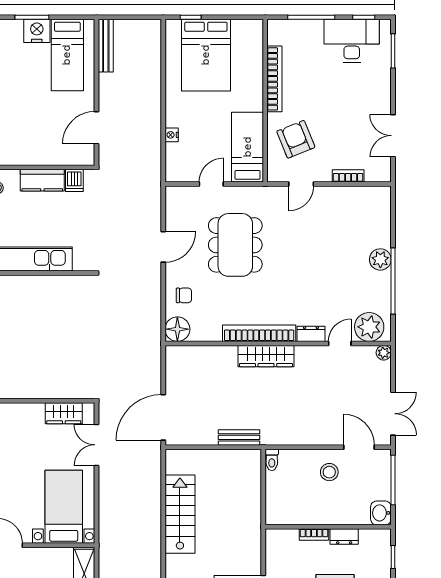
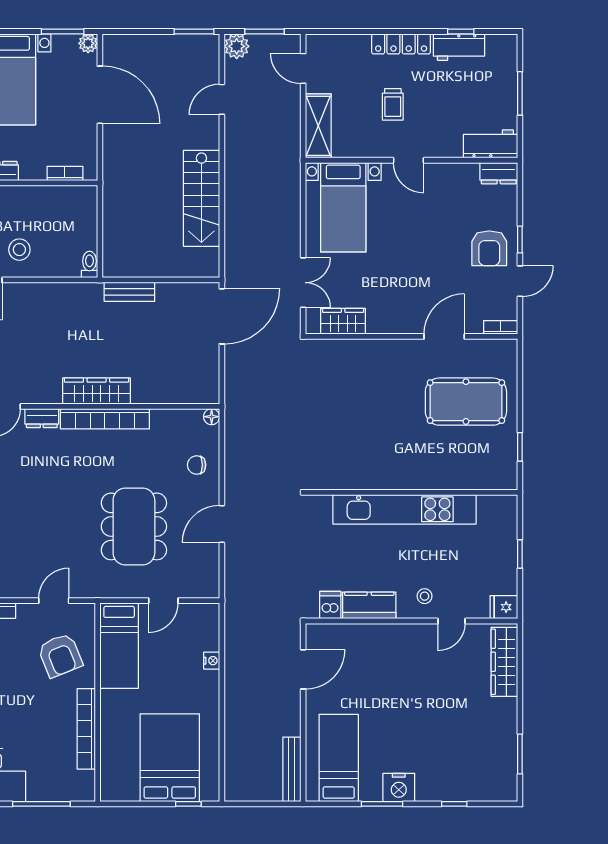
nightstand: (37, 31) -> (399, 787), moved
floor lamp: (177, 329) -> (212, 417), width x0.53, depth x0.53
bookcase: (314, 535) -> (65, 173), moved

